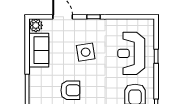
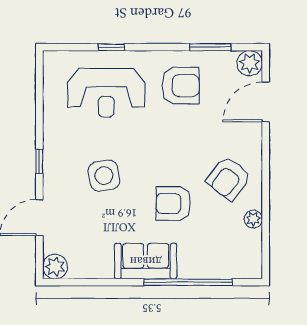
sofa: (39, 50) -> (146, 261), moved
armchair: (70, 90) -> (173, 203), turned -90

